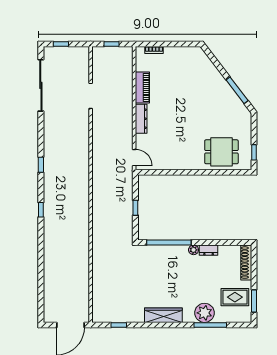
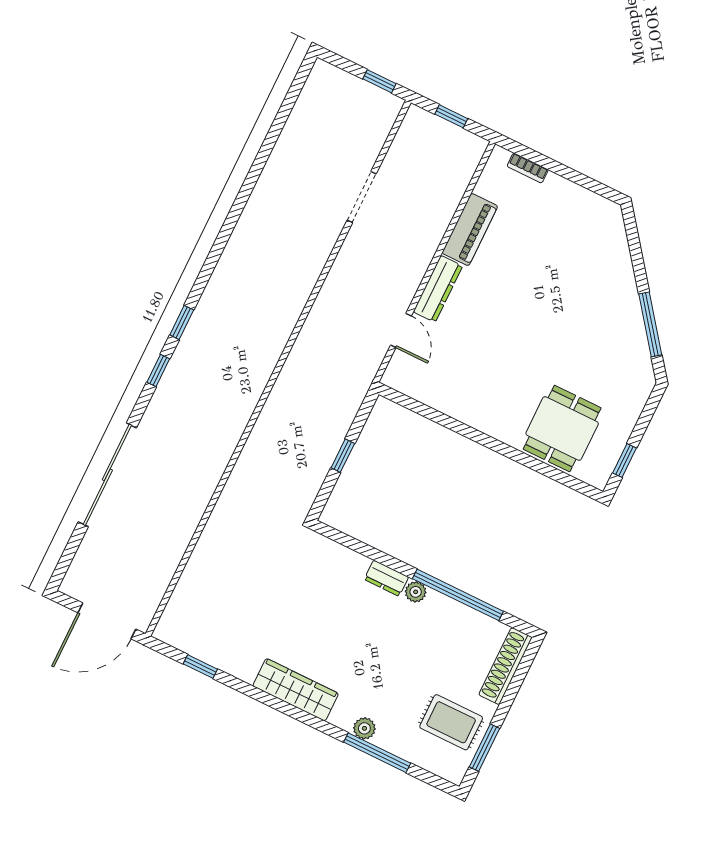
window: (61, 44) -> (379, 81), moved
sliding door: (41, 85) -> (107, 475), moved
dining table: (221, 152) -> (562, 429), turned 90
door: (134, 158) -> (401, 331), moved
window: (41, 165) -> (182, 322), moved
window: (169, 243) -> (458, 595), moved
dresser: (209, 250) -> (386, 578), moved
plant: (204, 313) -> (364, 728), width x0.53, depth x0.53

